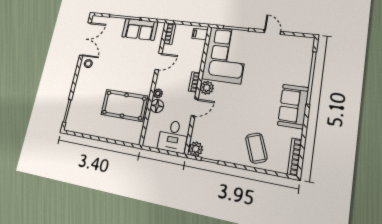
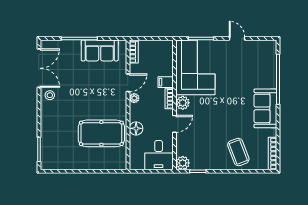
filing cabinet: (200, 34) -> (166, 82), moved
plant: (158, 93) -> (134, 98), moved

